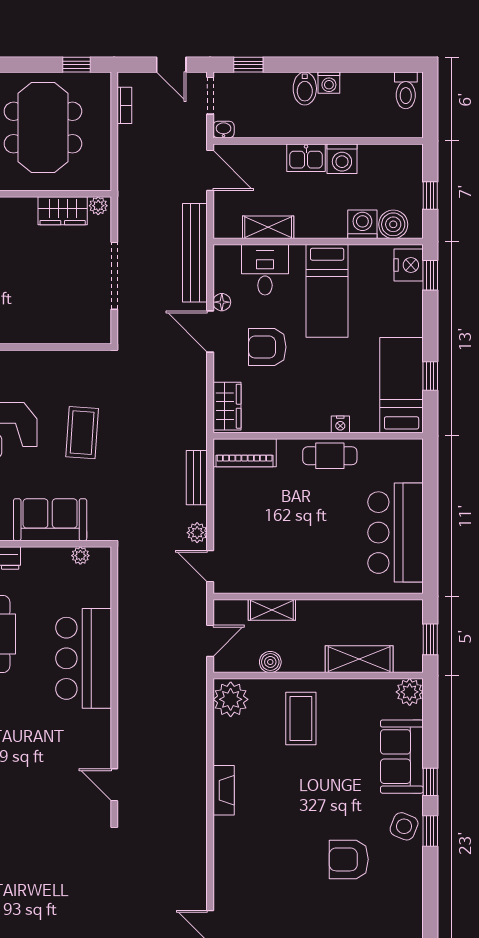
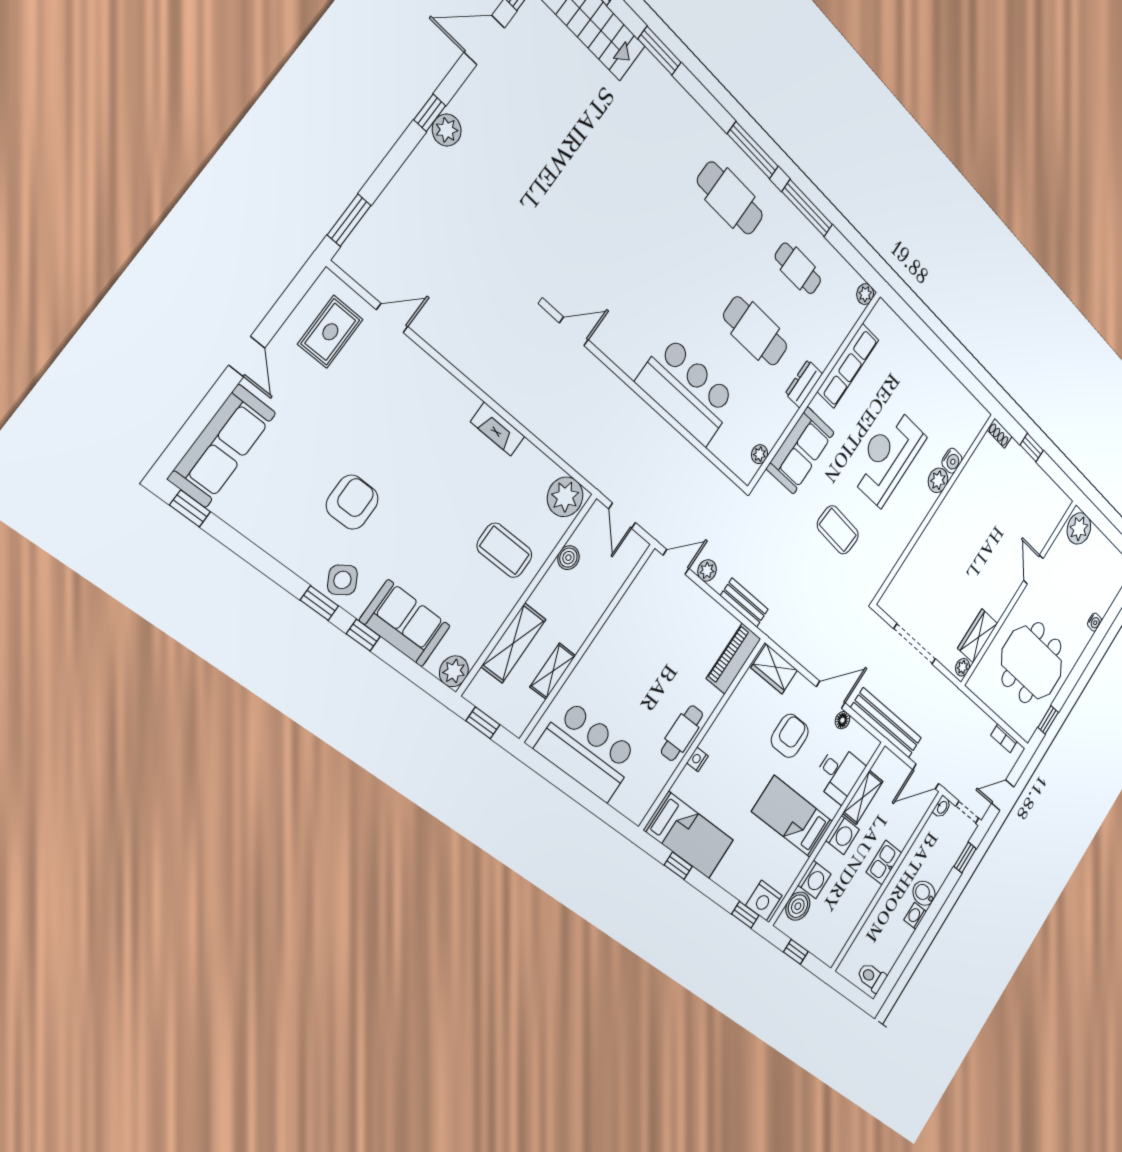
washing machine: (342, 159) -> (842, 835), moved, turned 180
shelving: (272, 610) -> (553, 671), moved
side table: (404, 826) -> (342, 580), turned 37

